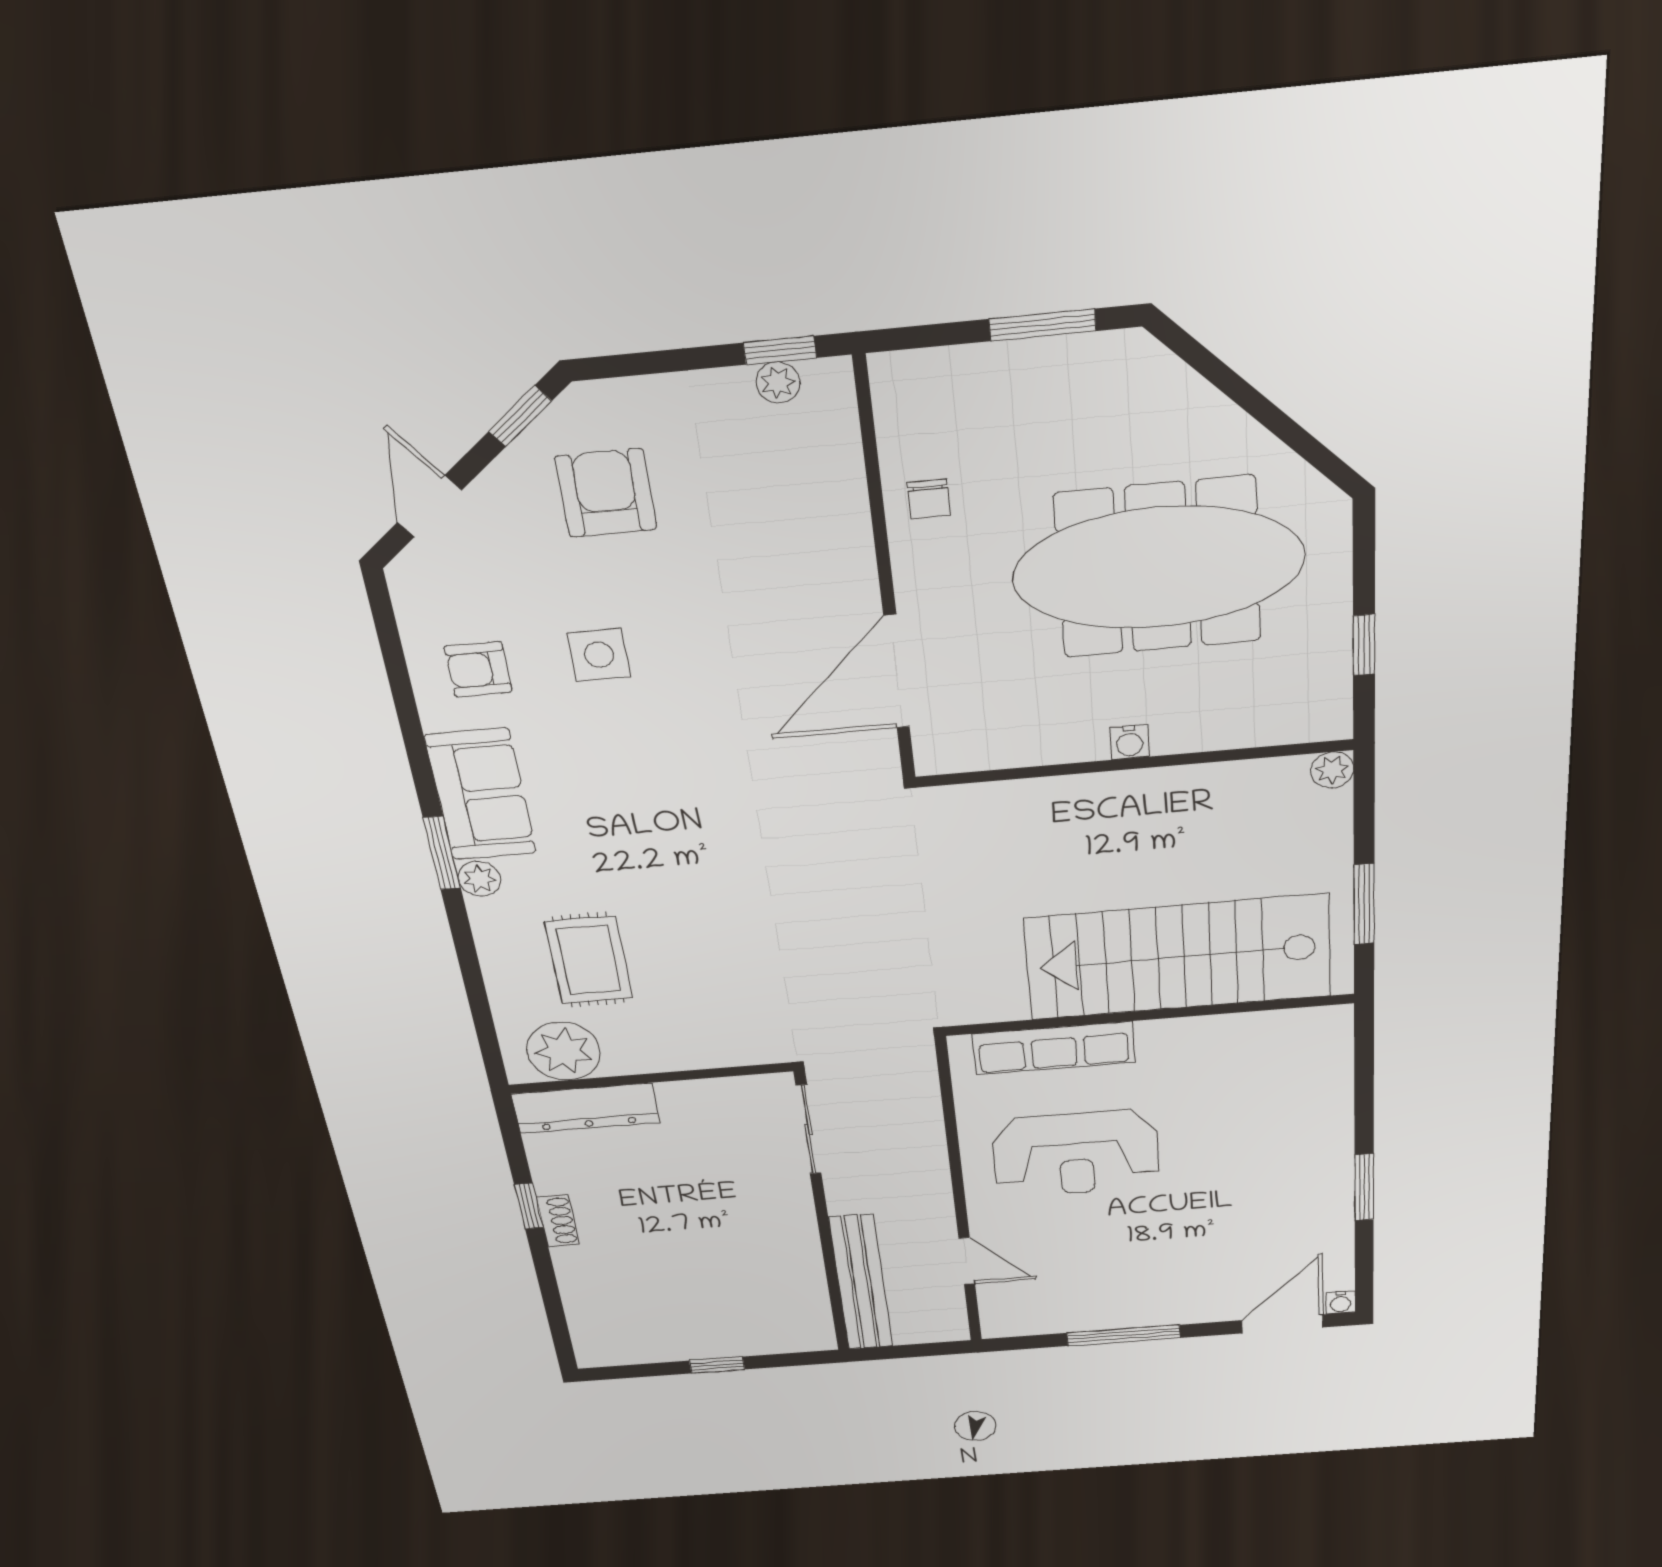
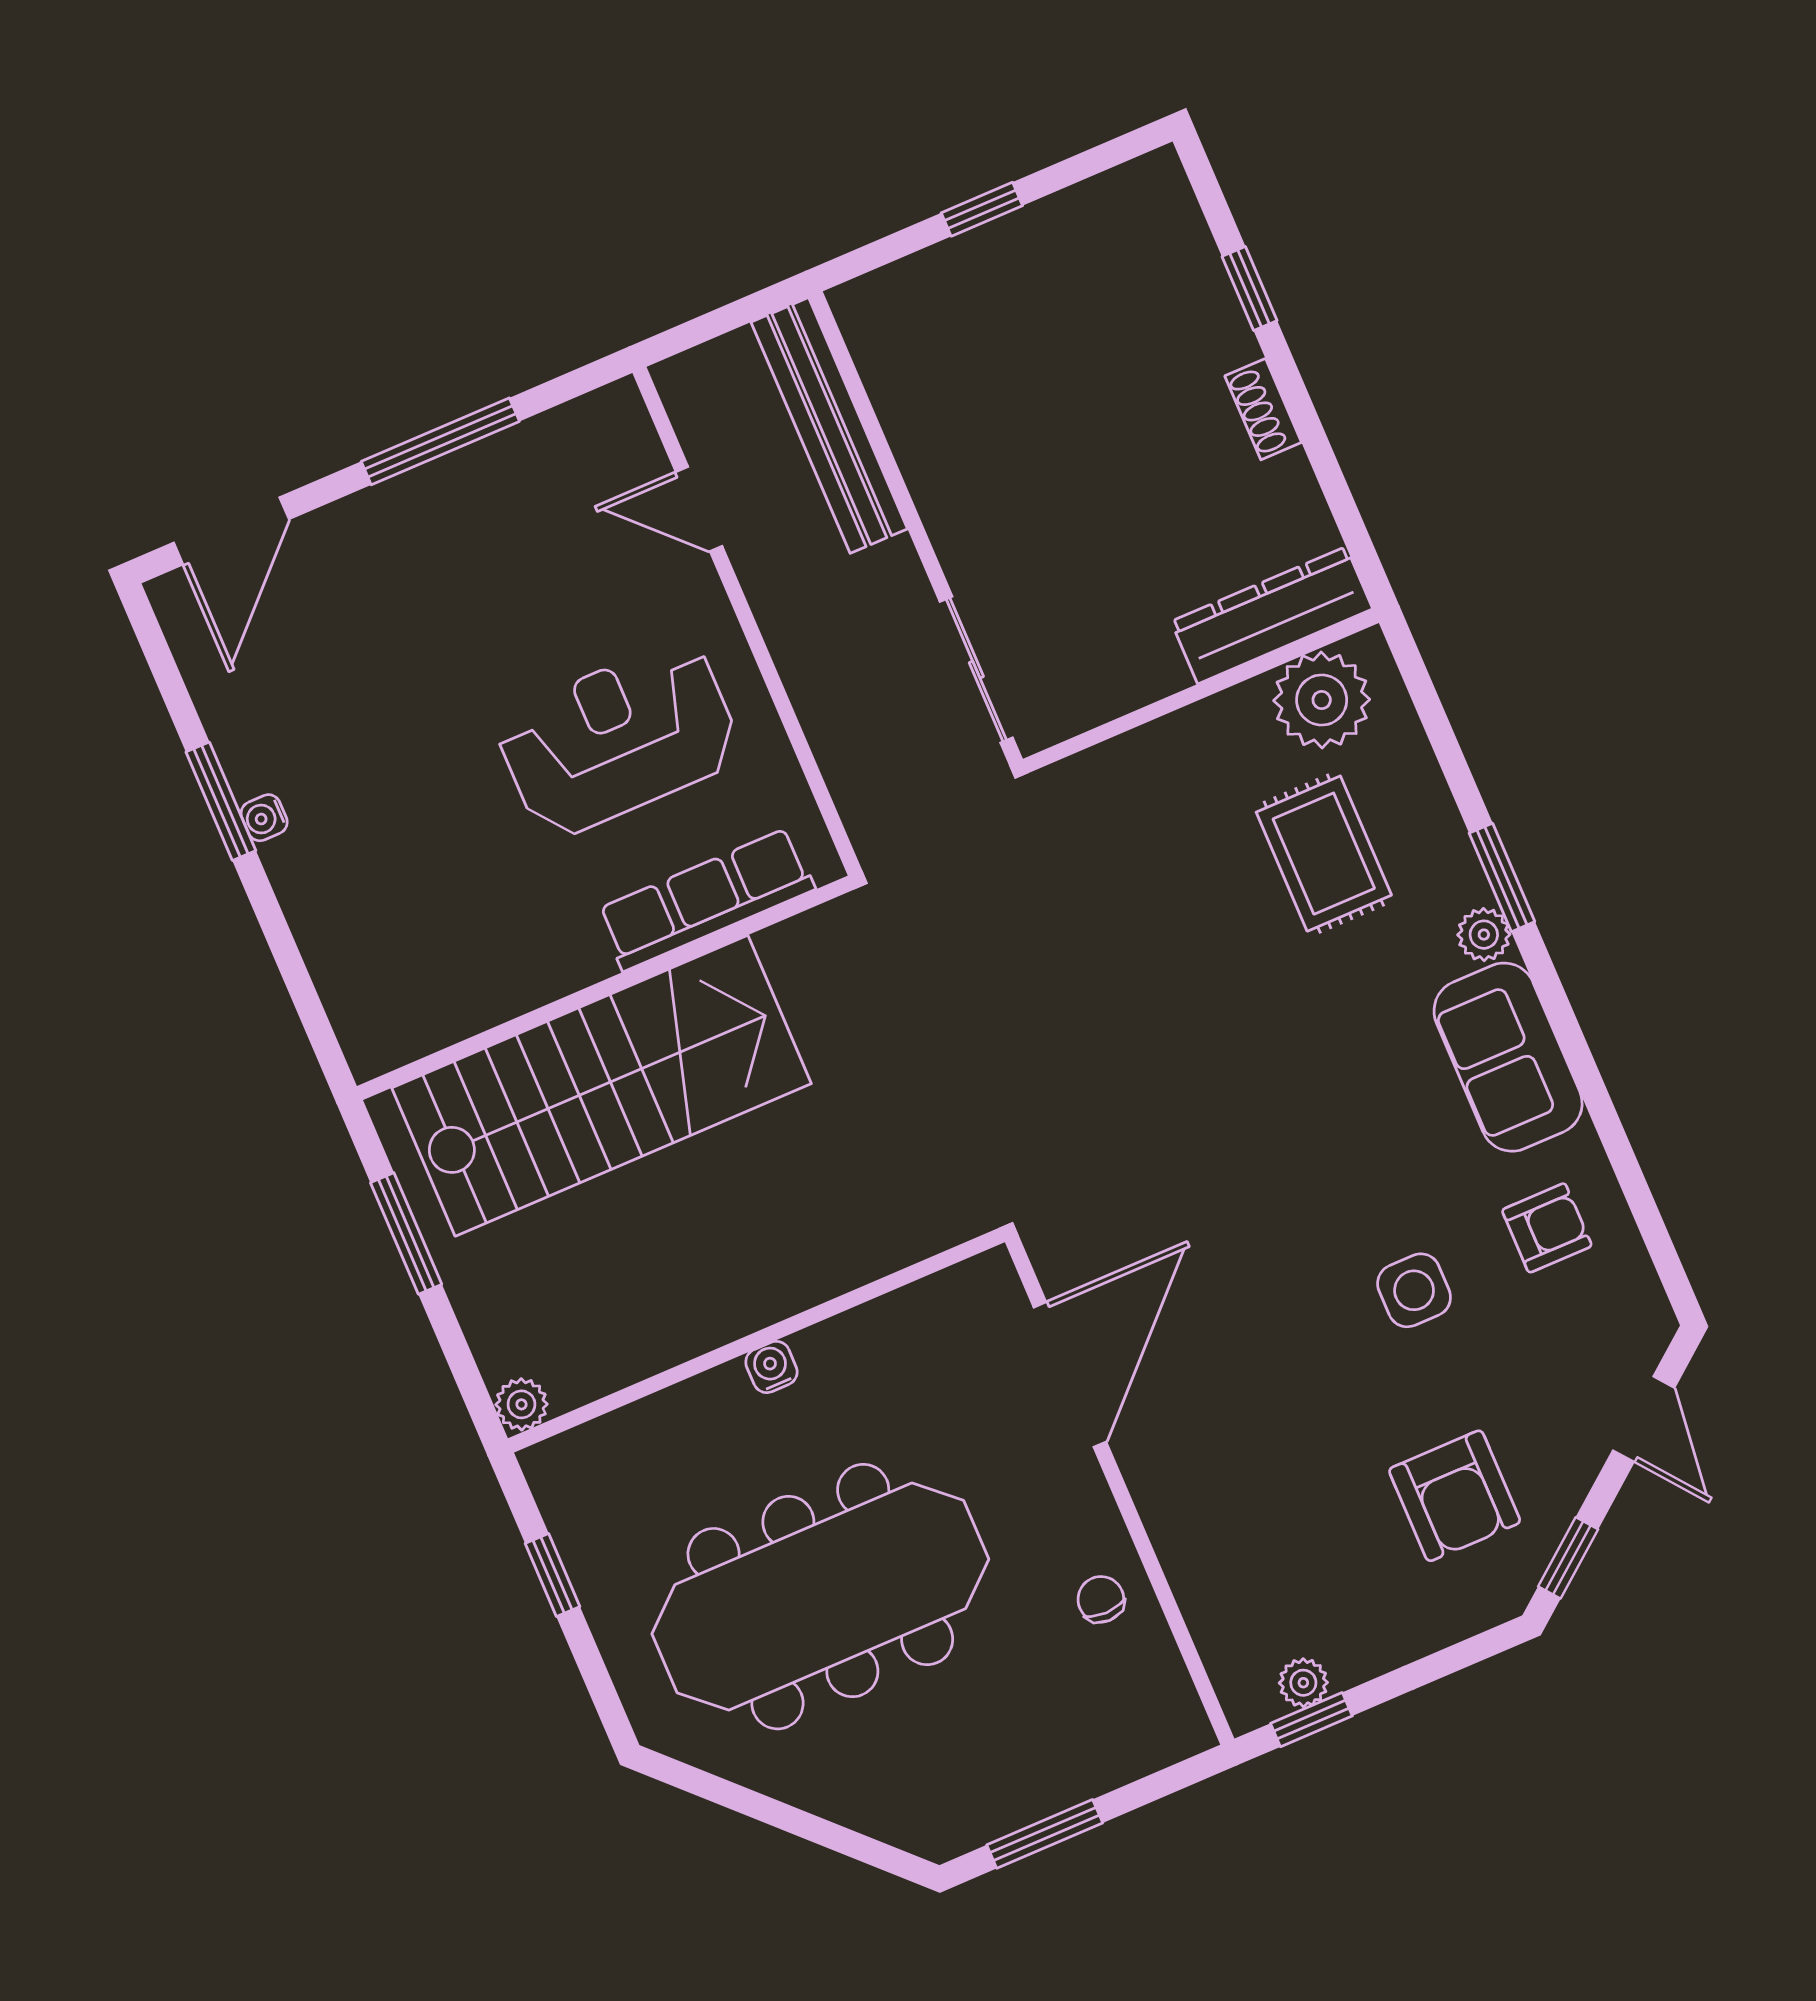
window: (442, 853) -> (1502, 877), moved
window: (529, 1206) -> (1250, 288), moved
water cooler: (1341, 1302) -> (264, 818), moved, turned -90

